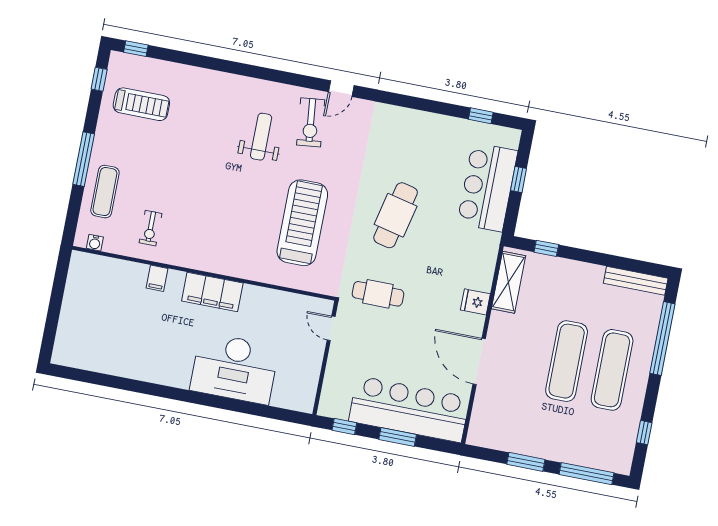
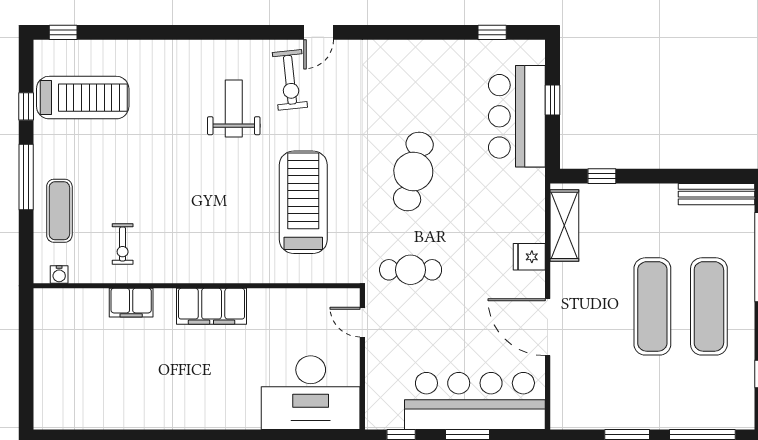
window: (99, 79) -> (26, 106), moved
treadmill: (141, 104) -> (83, 98), width x1.37, depth x1.38
filing cabinet: (157, 278) -> (131, 303), width x2.00
desk: (234, 368) -> (311, 393), moved

